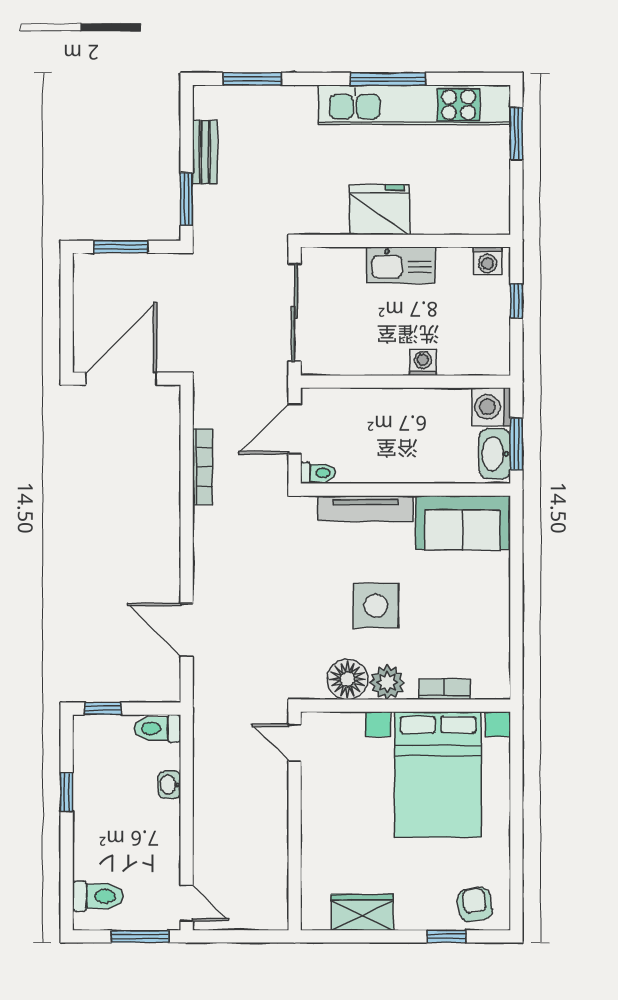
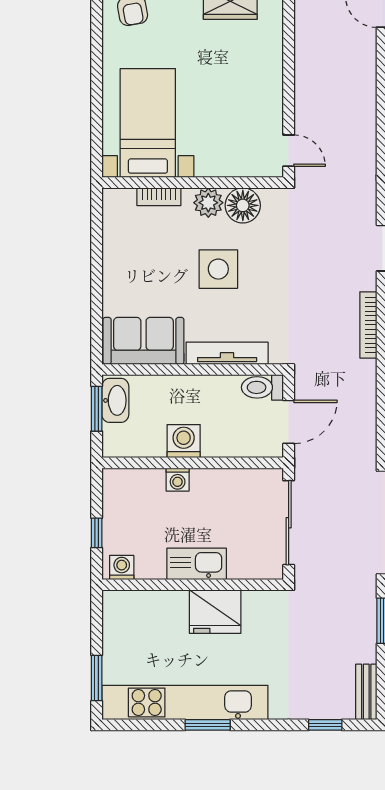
window: (252, 79) -> (325, 725), width x0.67
window: (388, 79) -> (208, 725), width x0.69
bench: (205, 152) -> (366, 692), moved
washing machine: (491, 407) -> (184, 441), moved, turned -90
bookcase: (202, 467) -> (368, 325), moved
toilet: (318, 473) -> (262, 387), width x1.37, depth x1.39
bed with nightstands: (438, 774) -> (148, 123), width x0.73

